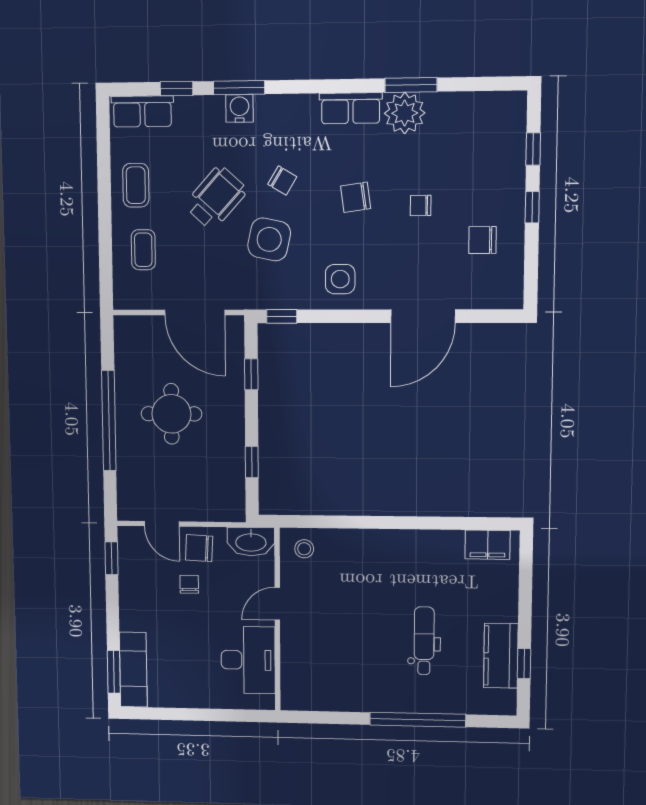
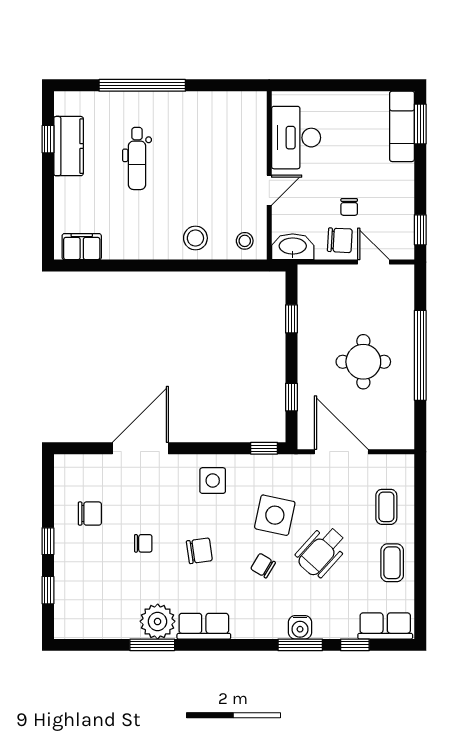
stool: (359, 553) -> (195, 238), added

